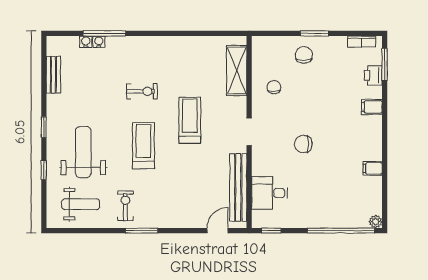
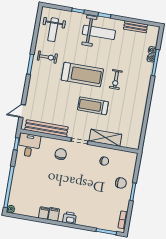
shelving: (237, 70) -> (105, 138), moved
printer: (373, 76) -> (69, 218), moved
filing cabinet: (372, 107) -> (54, 214), moved
treadmill: (190, 120) -> (93, 106), turned 180
chair: (303, 144) -> (61, 154), moved
treadmill: (143, 146) -> (82, 75), width x1.37, depth x1.38
weight bench: (83, 152) -> (99, 32), moved
desk: (270, 193) -> (29, 145), moved
door: (218, 231) -> (22, 111), swing flipped

